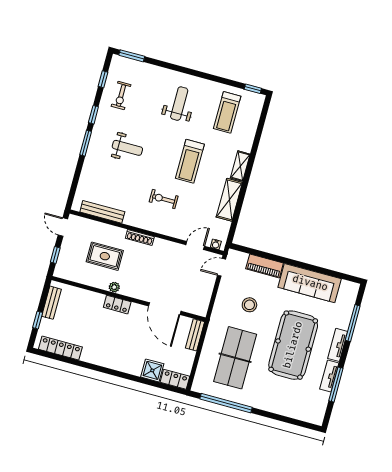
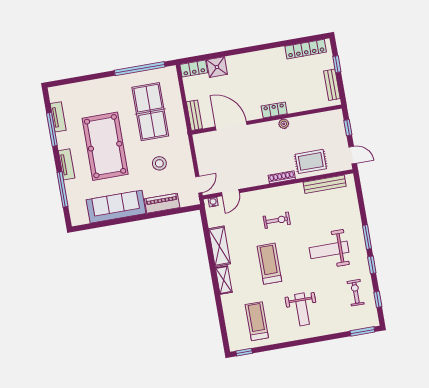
weight bench: (127, 148) -> (329, 250), width x1.36, depth x1.33
rug: (105, 256) -> (311, 161), moved
tv unit: (329, 376) -> (58, 117), moved

